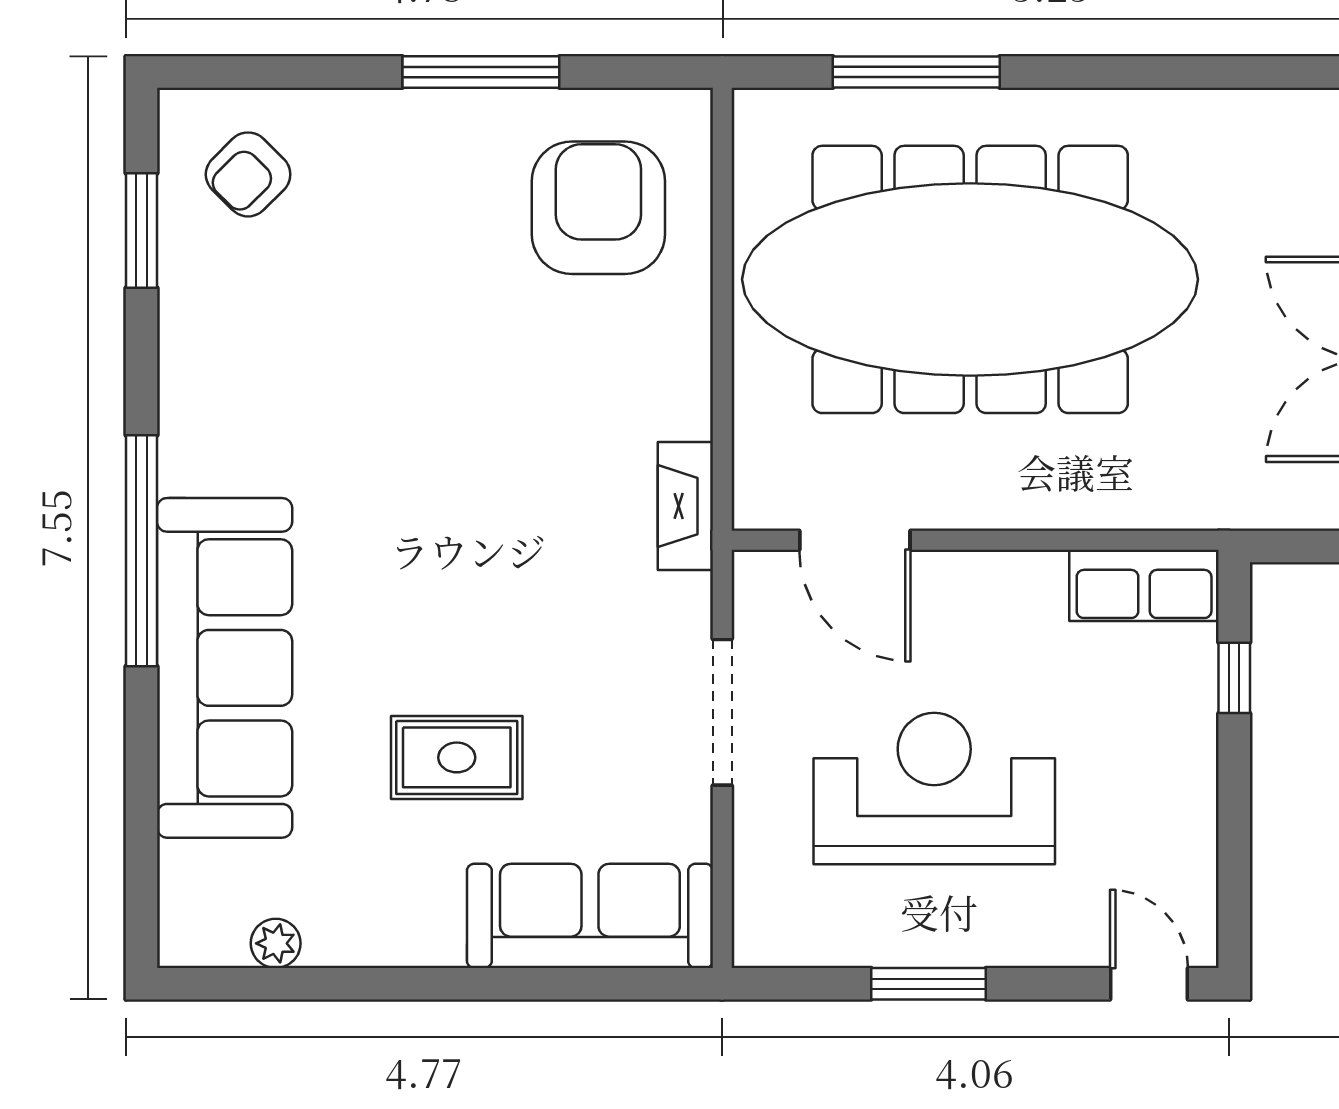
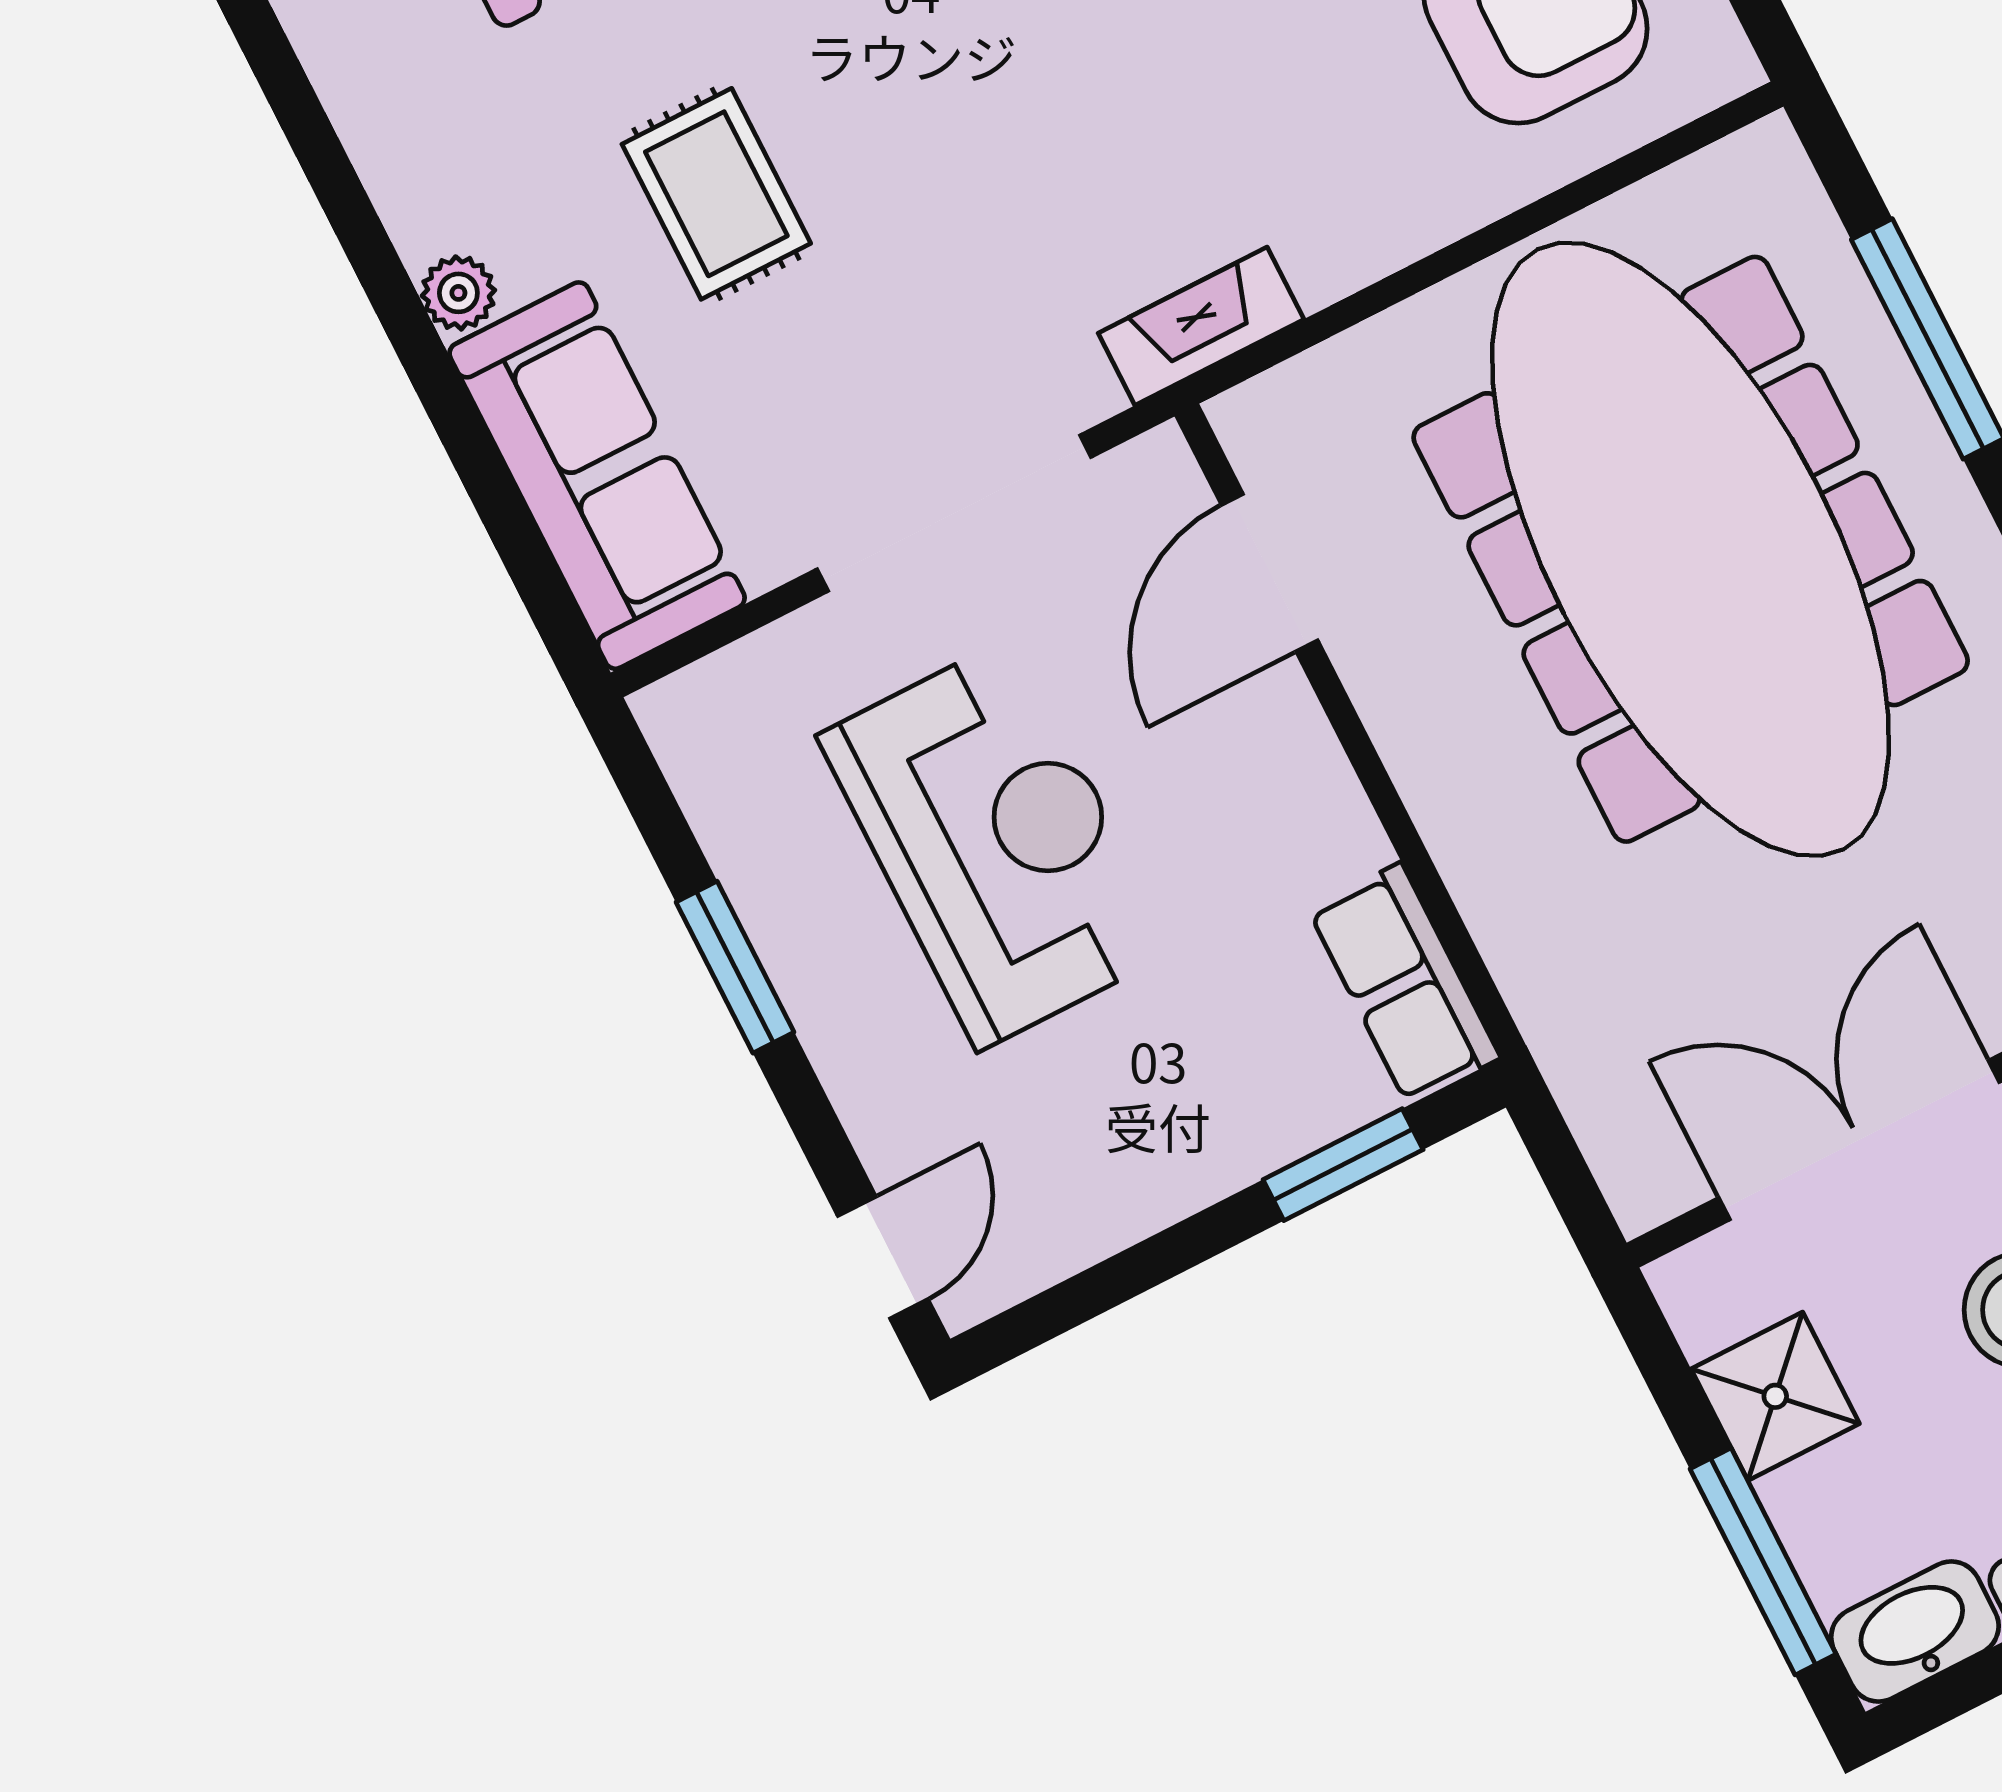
window: (1234, 678) -> (1343, 1165), width x1.50
doorway: (722, 712) -> (954, 513), width x1.36
plant: (276, 943) -> (458, 293), moved

